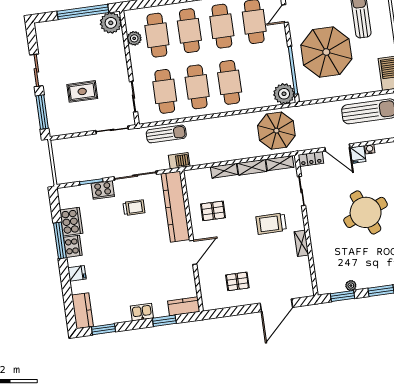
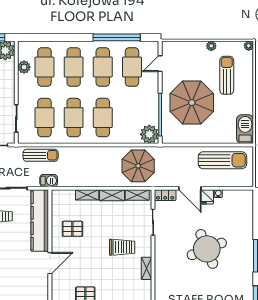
trolley: (271, 224) -> (122, 247), turned 180

